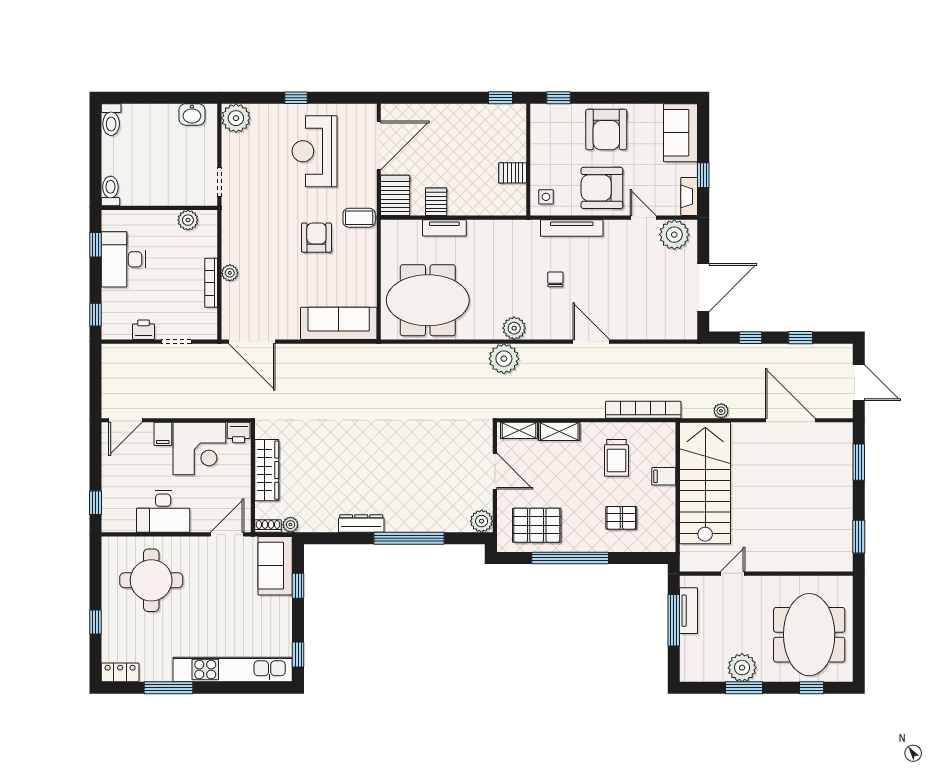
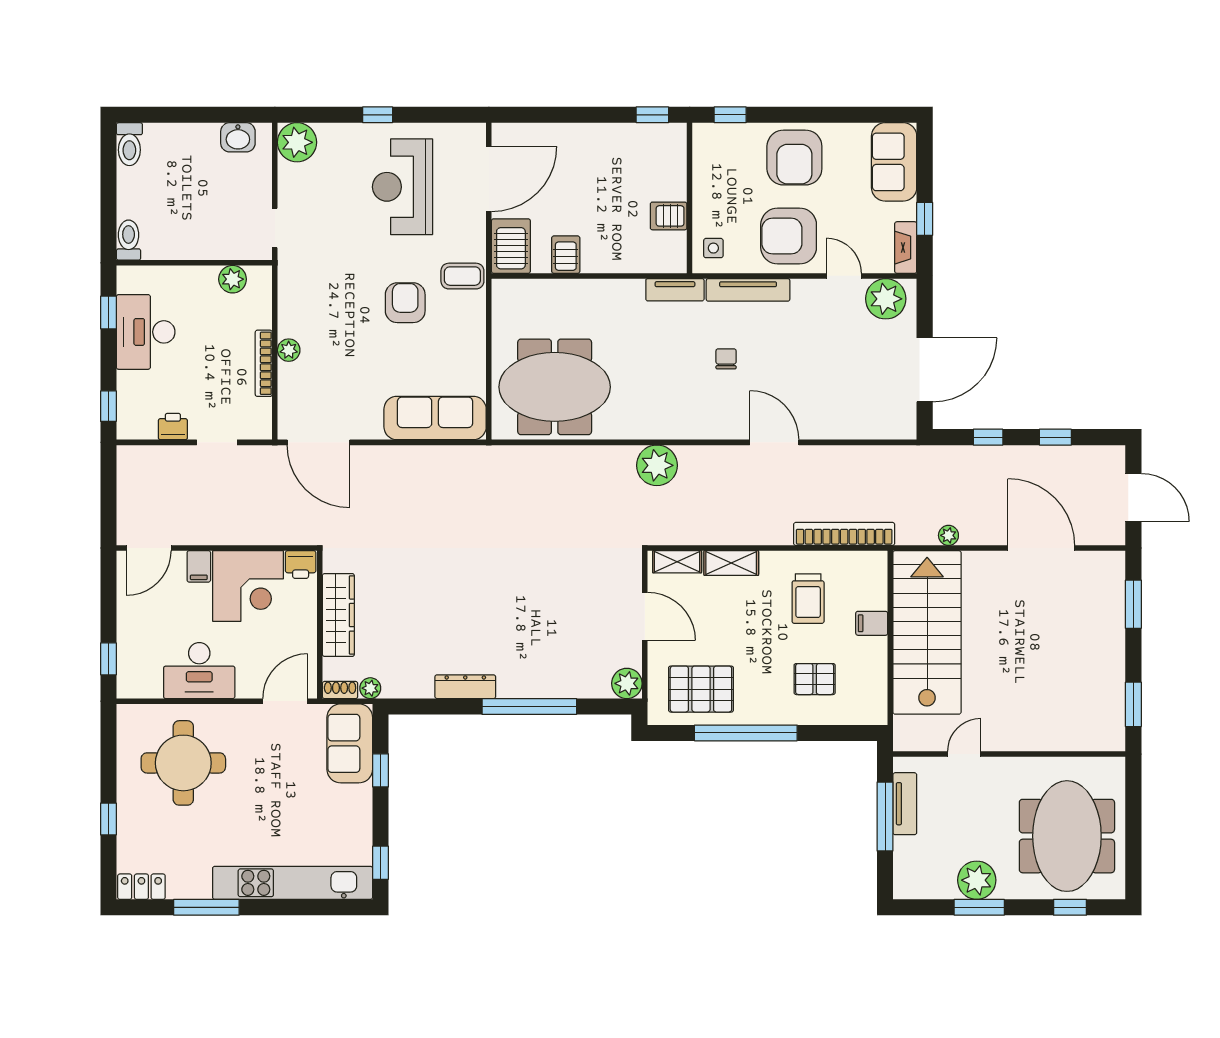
tv unit: (444, 228) -> (675, 290), moved
plant: (514, 328) -> (671, 424), removed

